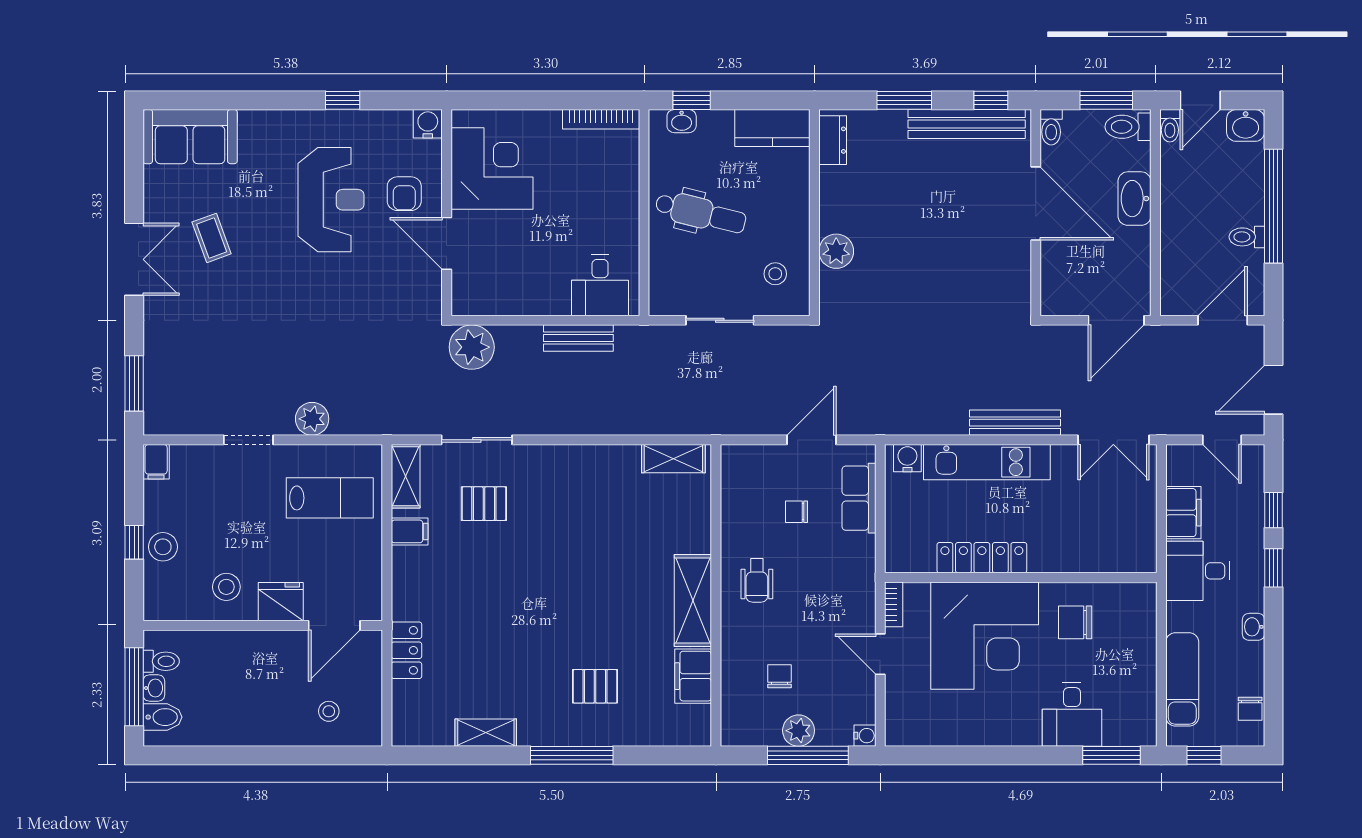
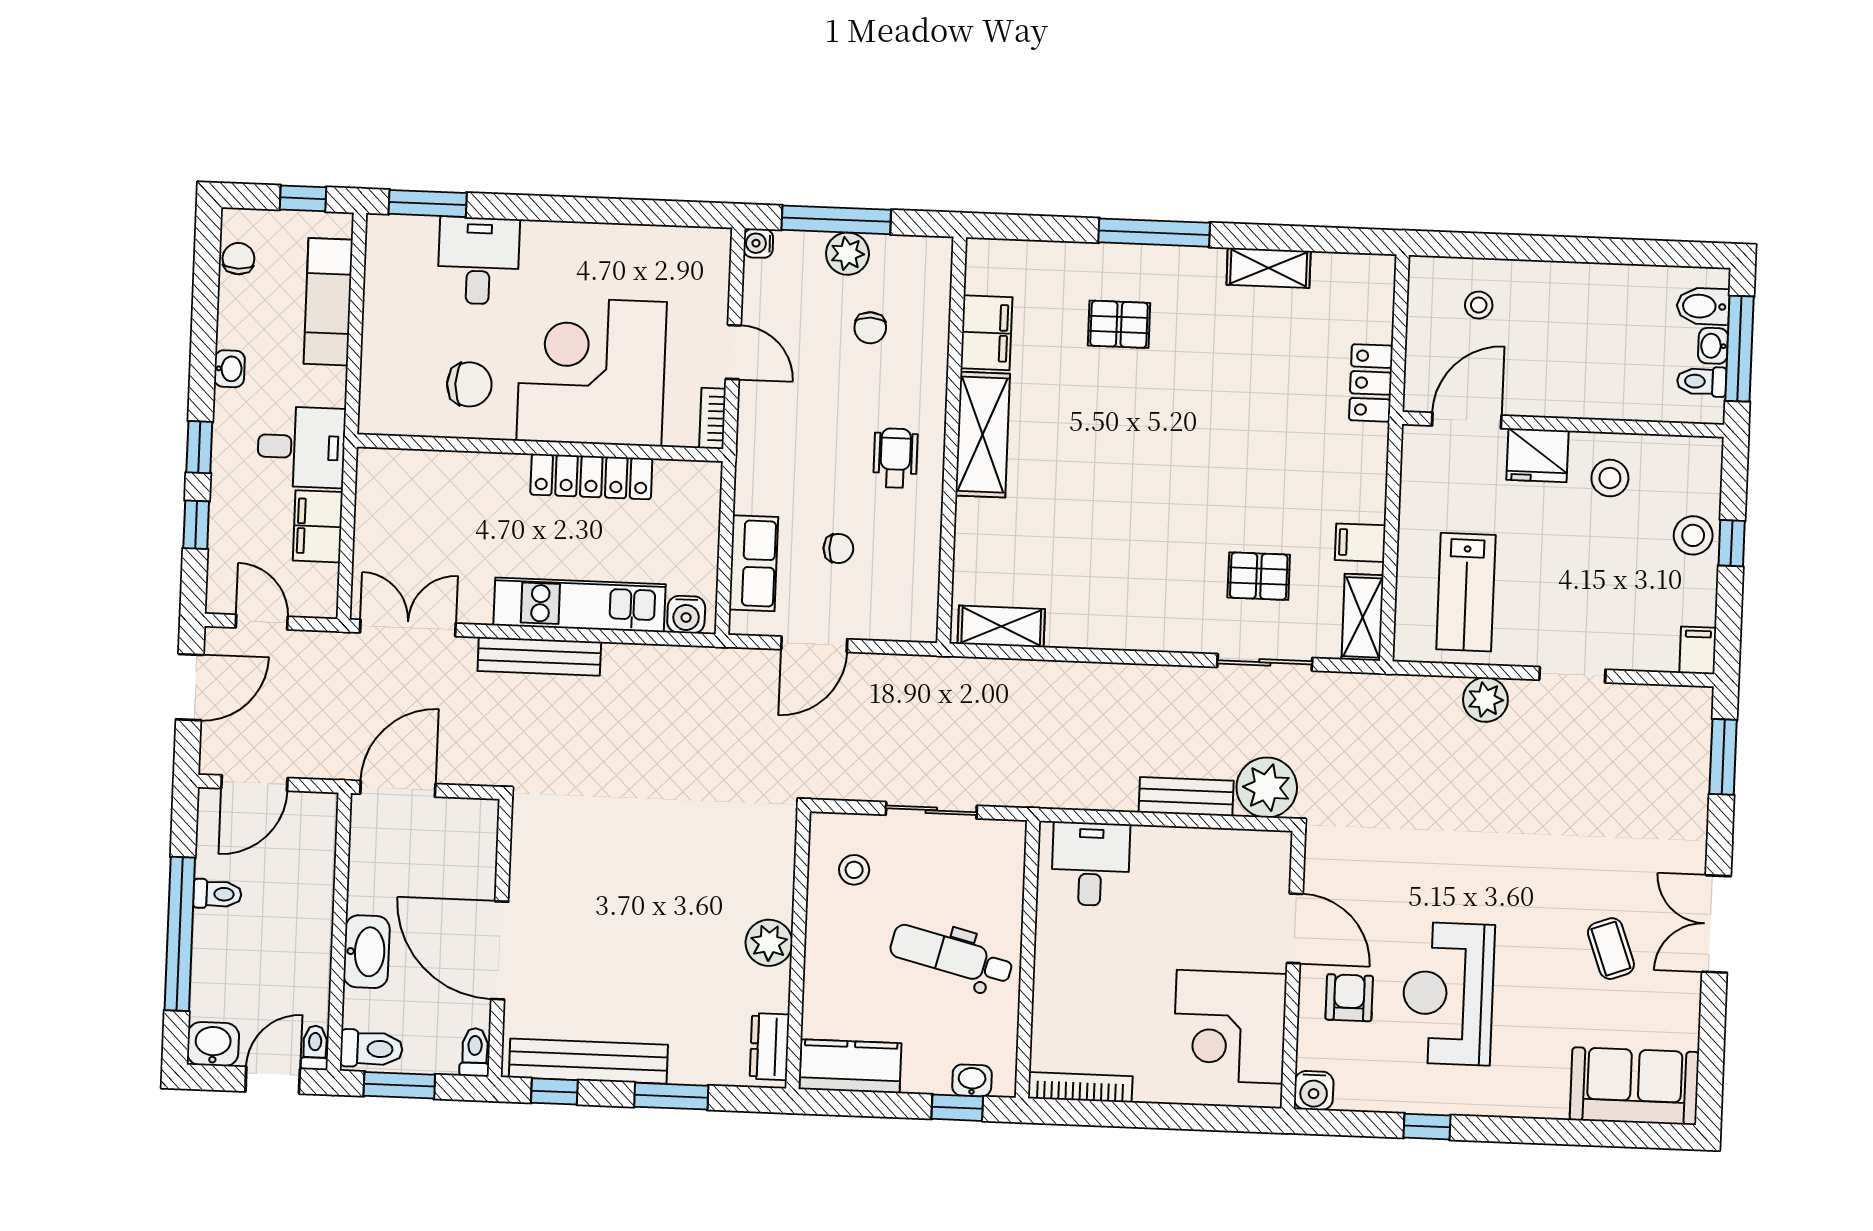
plant: (836, 251) -> (769, 943), moved
bench: (578, 338) -> (1186, 797), moved
lab bench: (330, 498) -> (1466, 592), turned -90

